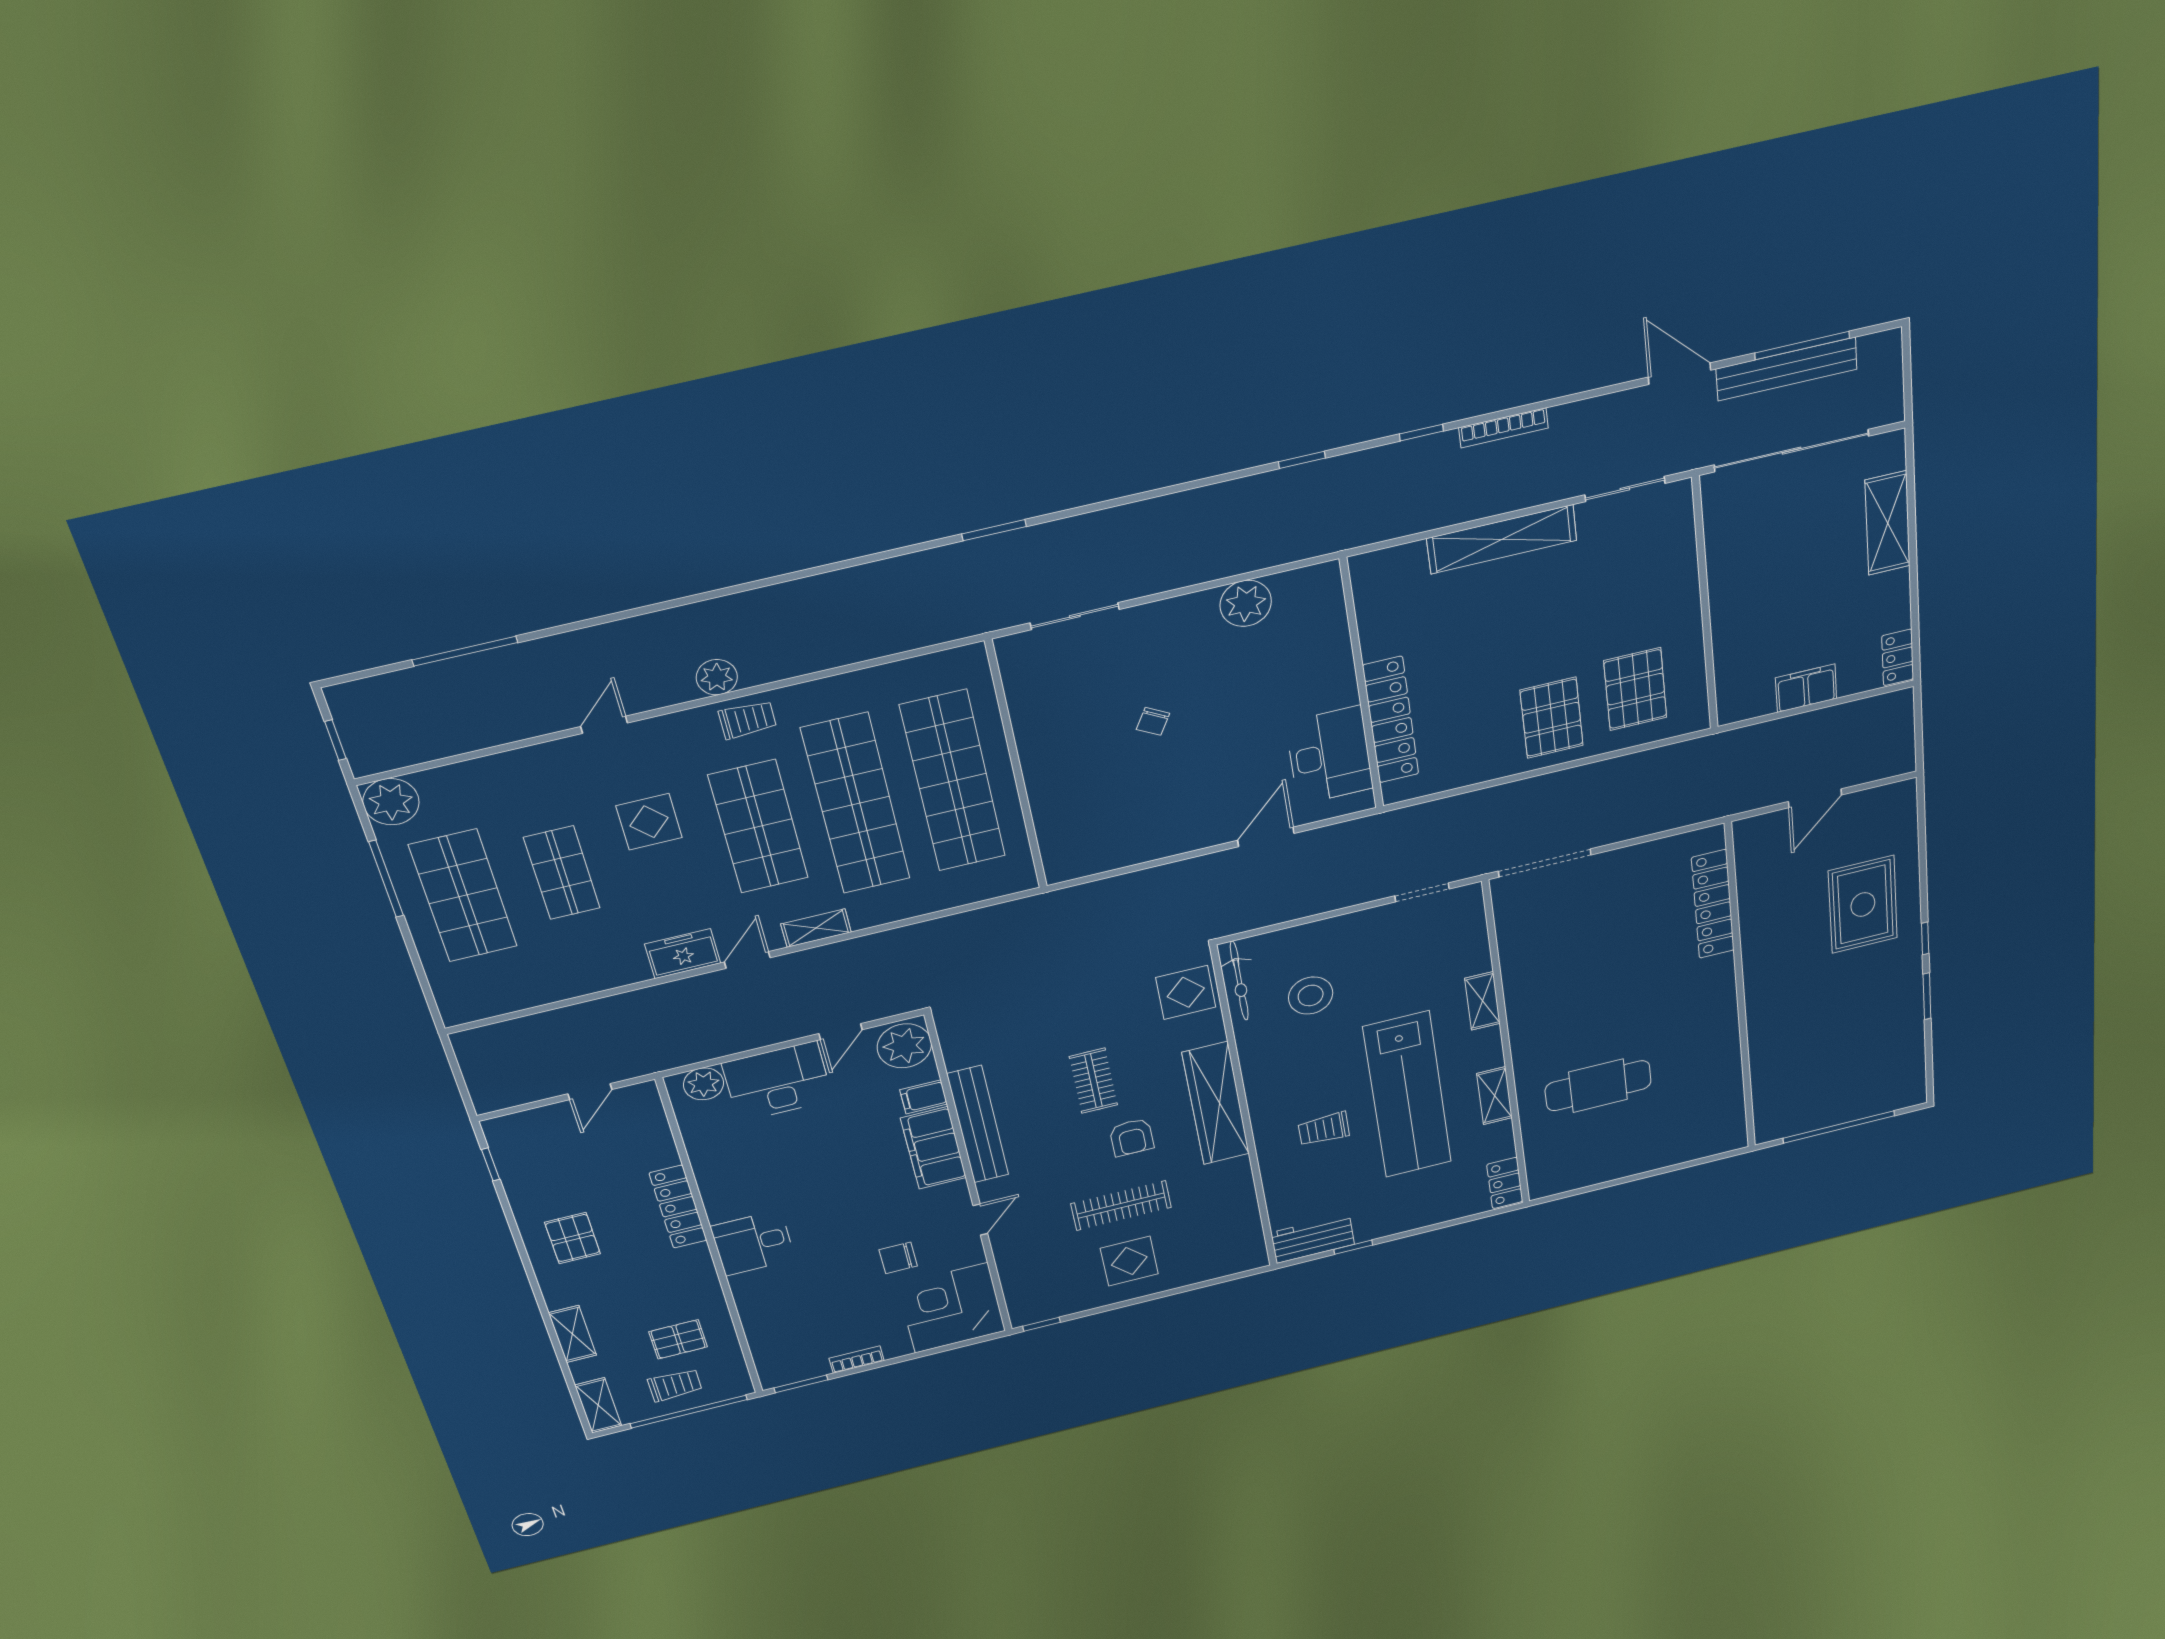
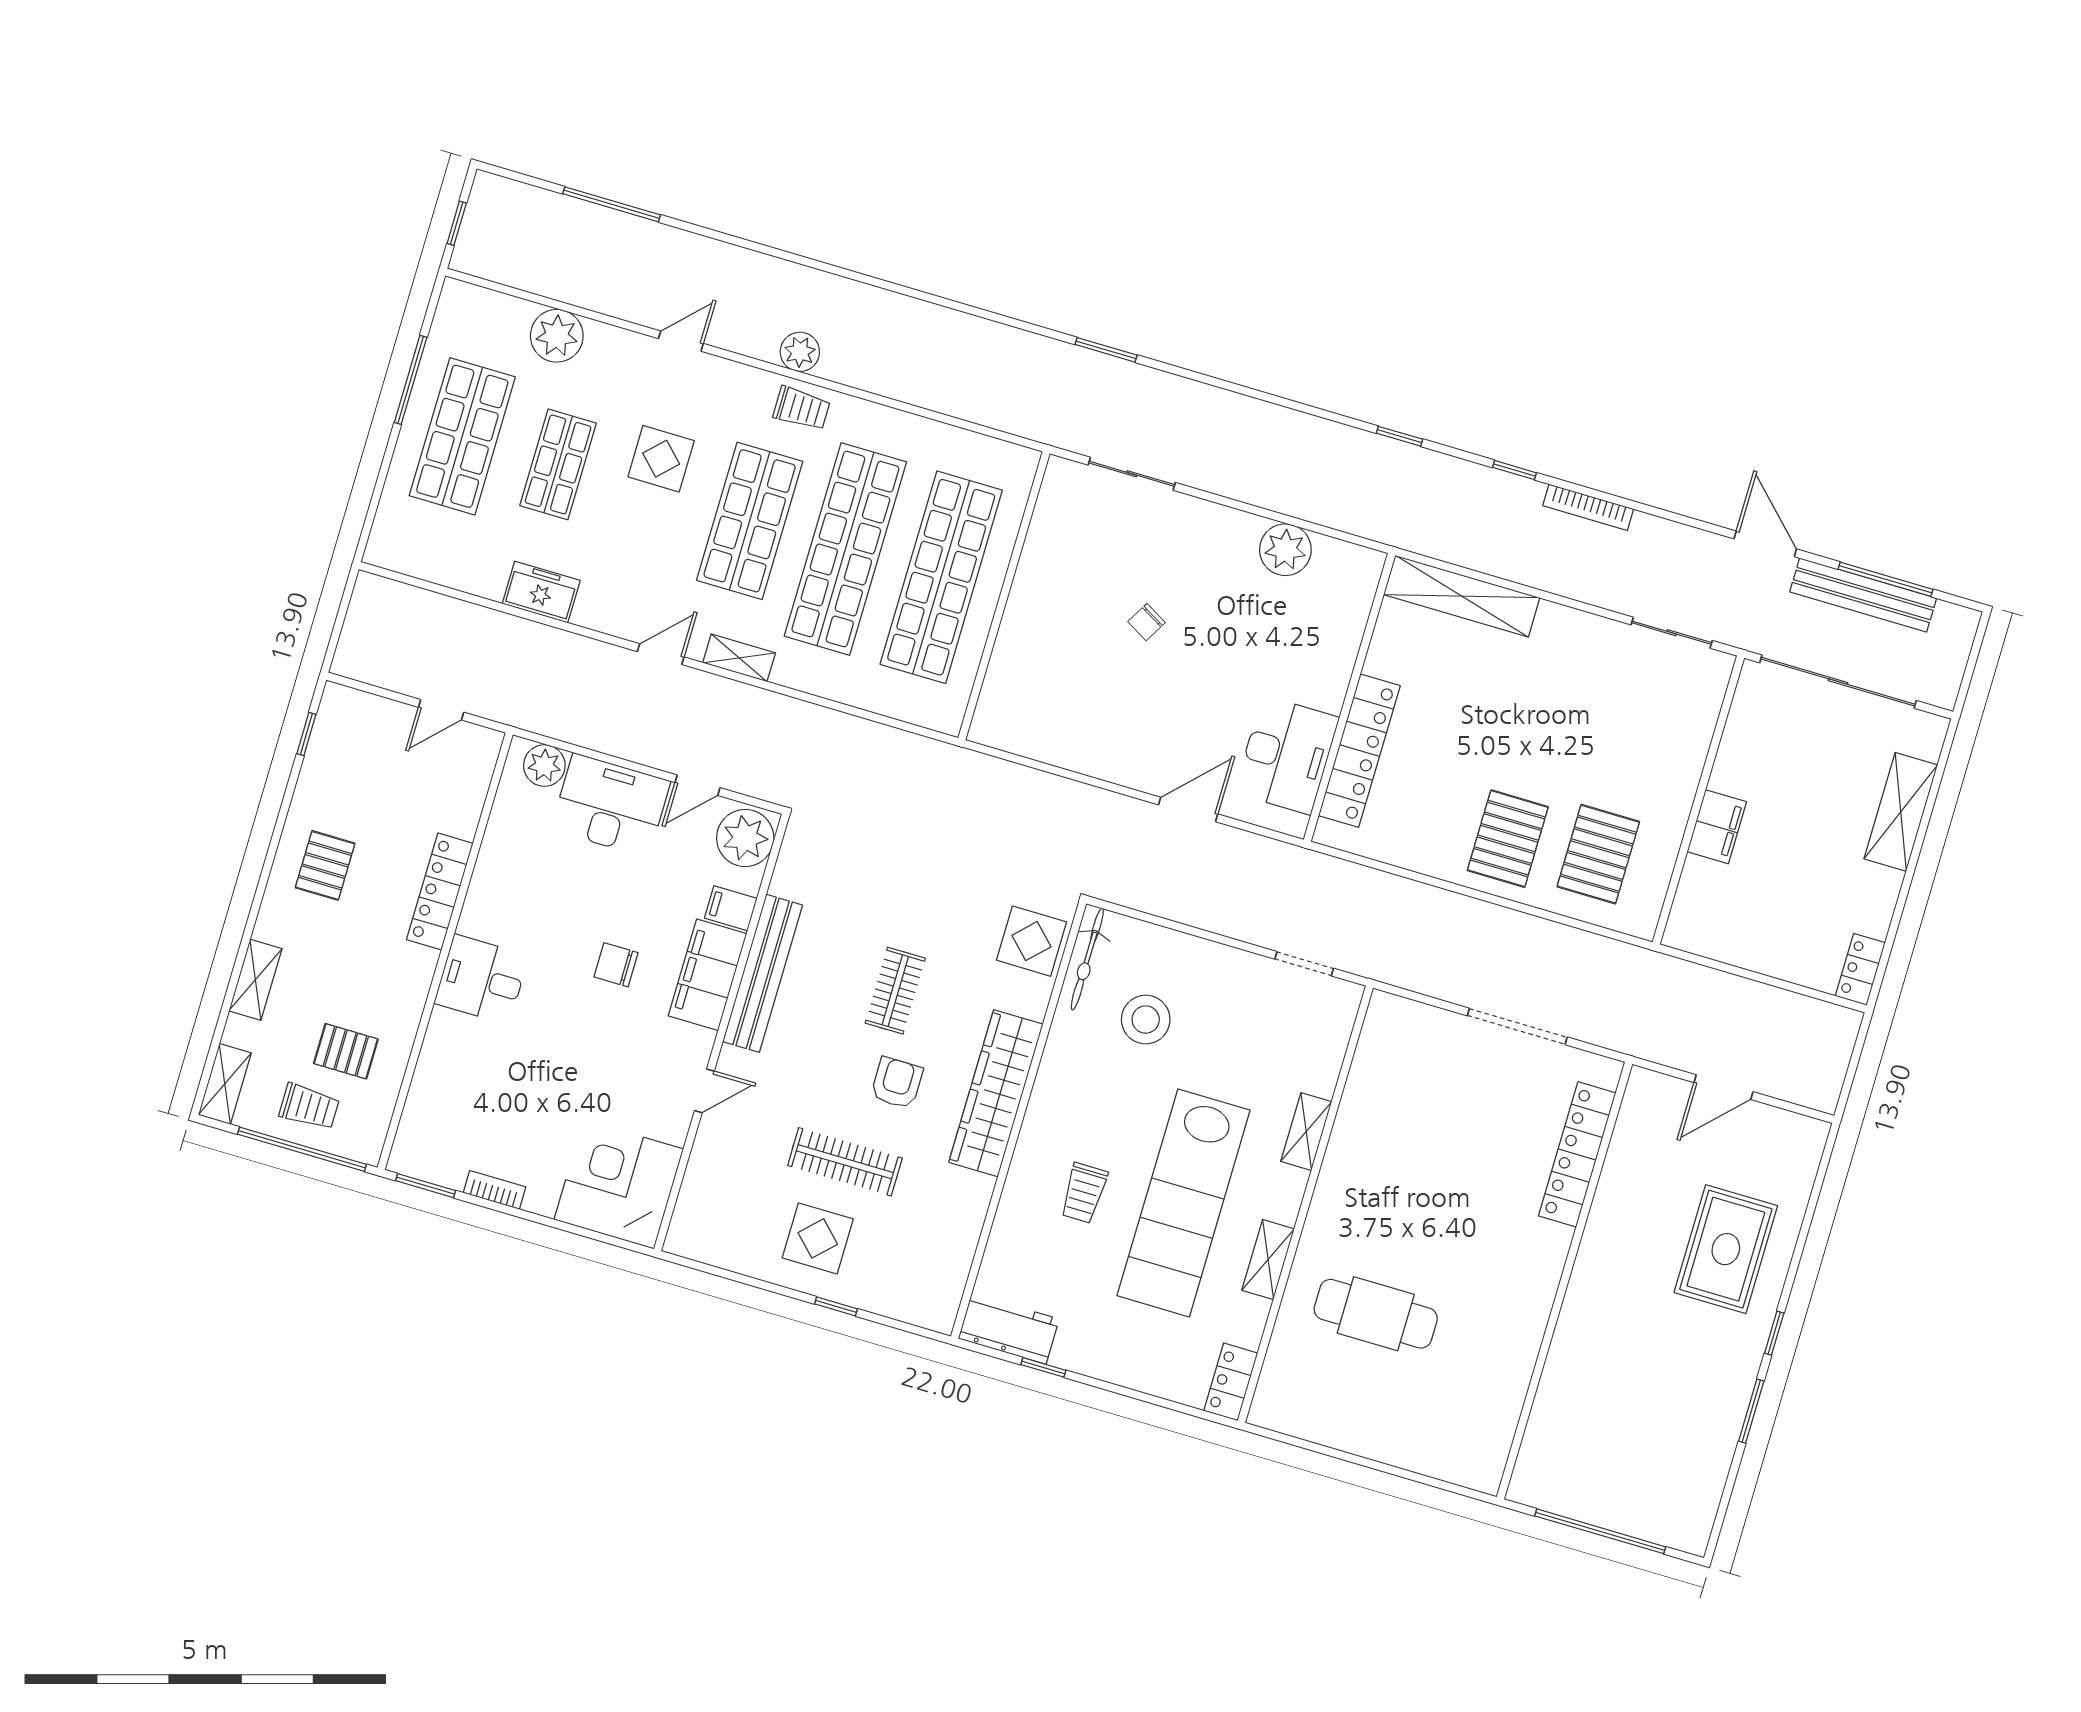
shelving: (1502, 539) -> (1462, 596), moved
filing cabinet: (1806, 688) -> (1717, 827), moved, turned 90
plant: (391, 802) -> (557, 336), moved
doorway: (1545, 863) -> (1517, 1026), moved
freezer: (683, 954) -> (541, 592), moved
trolley: (1324, 1129) -> (1084, 1193), turned -90
armchair: (1132, 1137) -> (897, 1083), turned 180
chair: (898, 1258) -> (616, 965), moved
window: (1042, 1324) -> (836, 1306), moved

